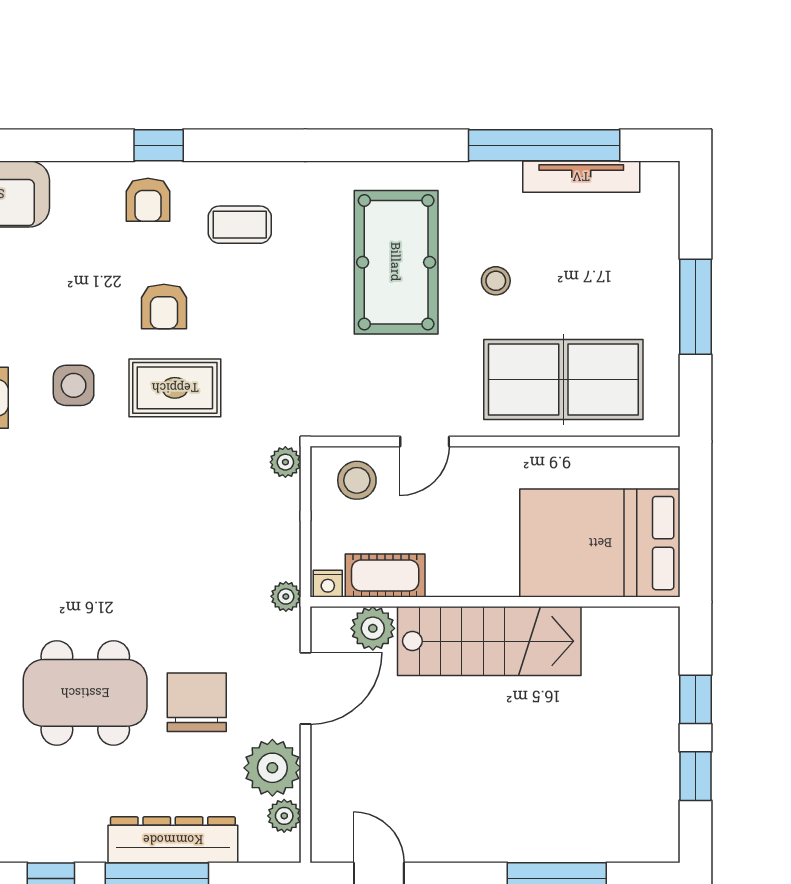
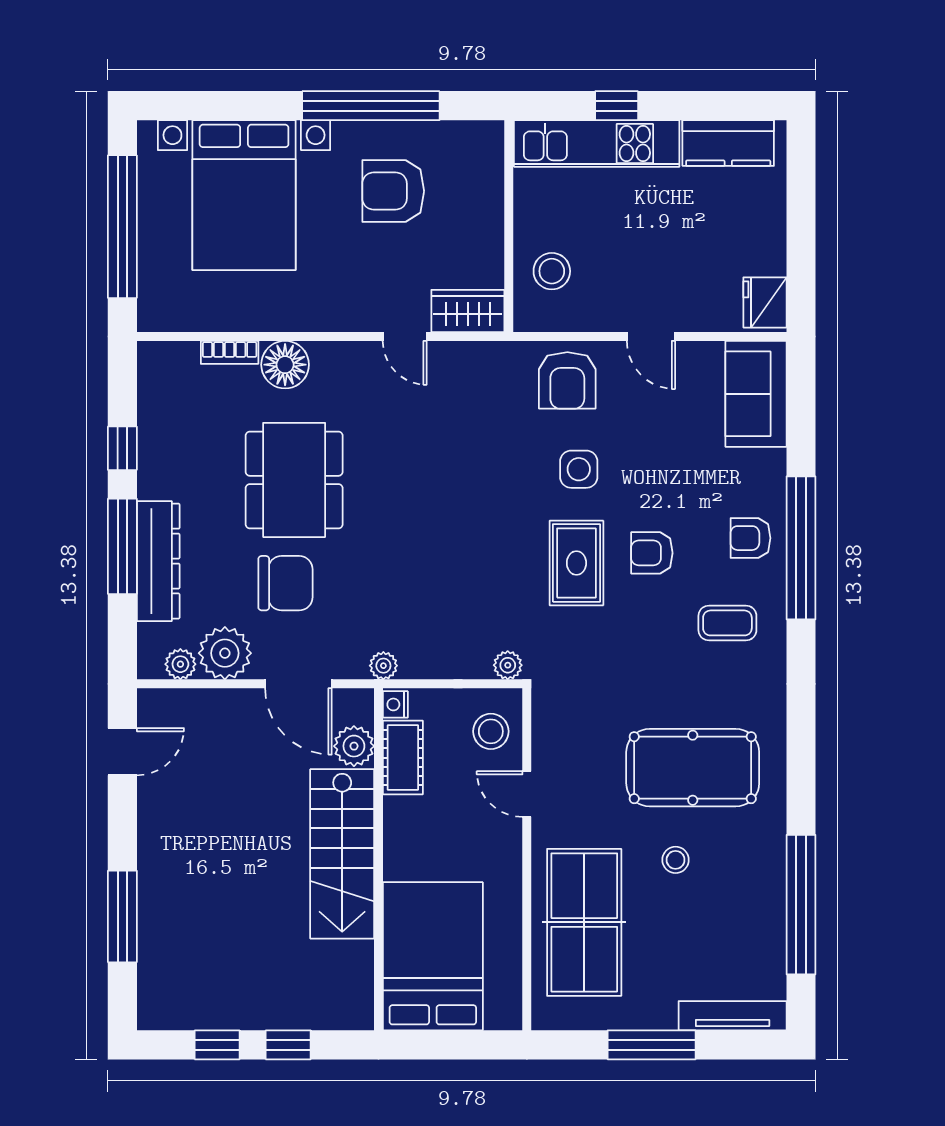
window: (159, 145) -> (801, 548), width x3.17
tv unit: (581, 177) -> (733, 1016), moved, turned 90
coffee table: (240, 225) -> (727, 623), turned 90

